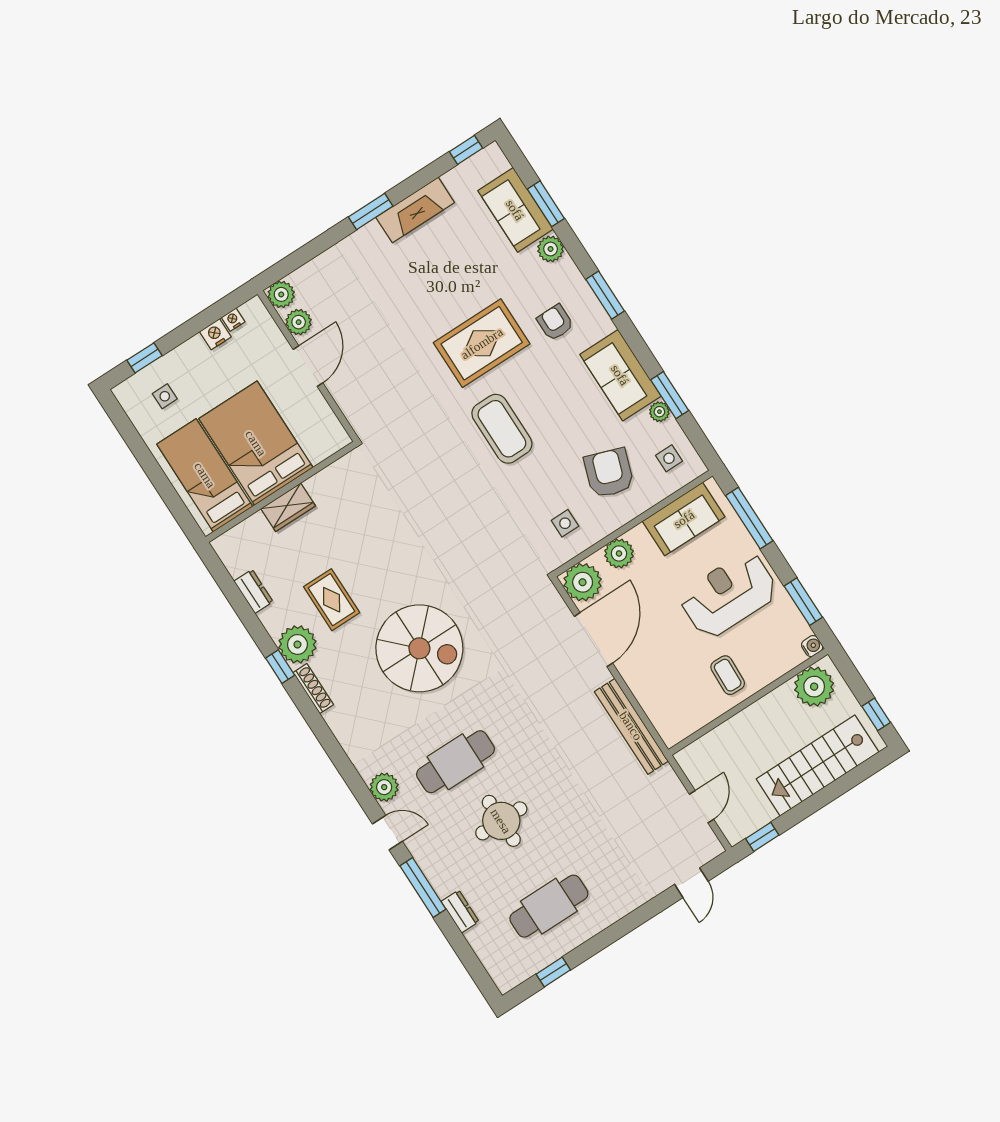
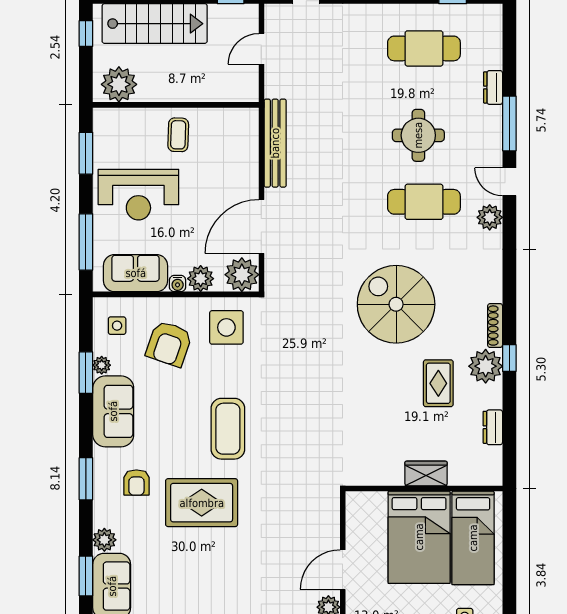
side table: (565, 523) -> (226, 327), width x1.87, depth x1.87
water cooler: (812, 646) -> (178, 284), moved, turned -90

